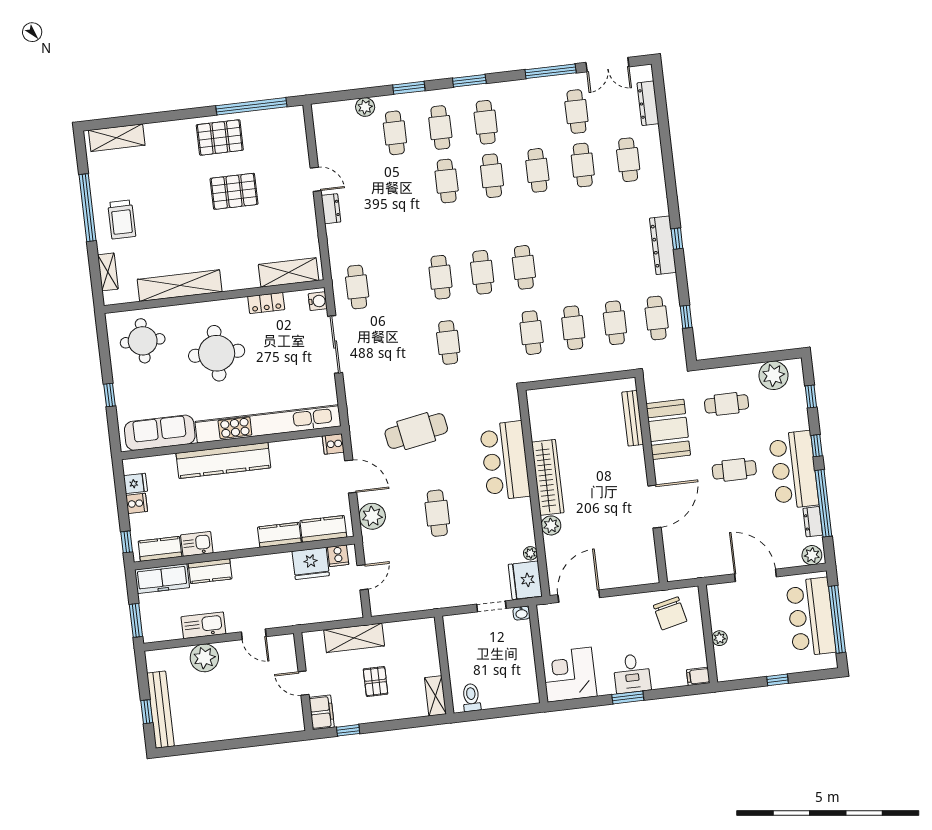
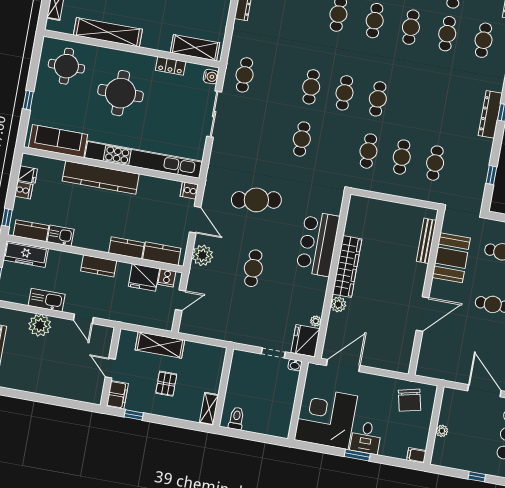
cafe table: (657, 318) -> (468, 169), removed
kitchen counter: (210, 571) -> (99, 266), moved
corner desk: (569, 675) -> (326, 418), width x1.36, depth x1.36

